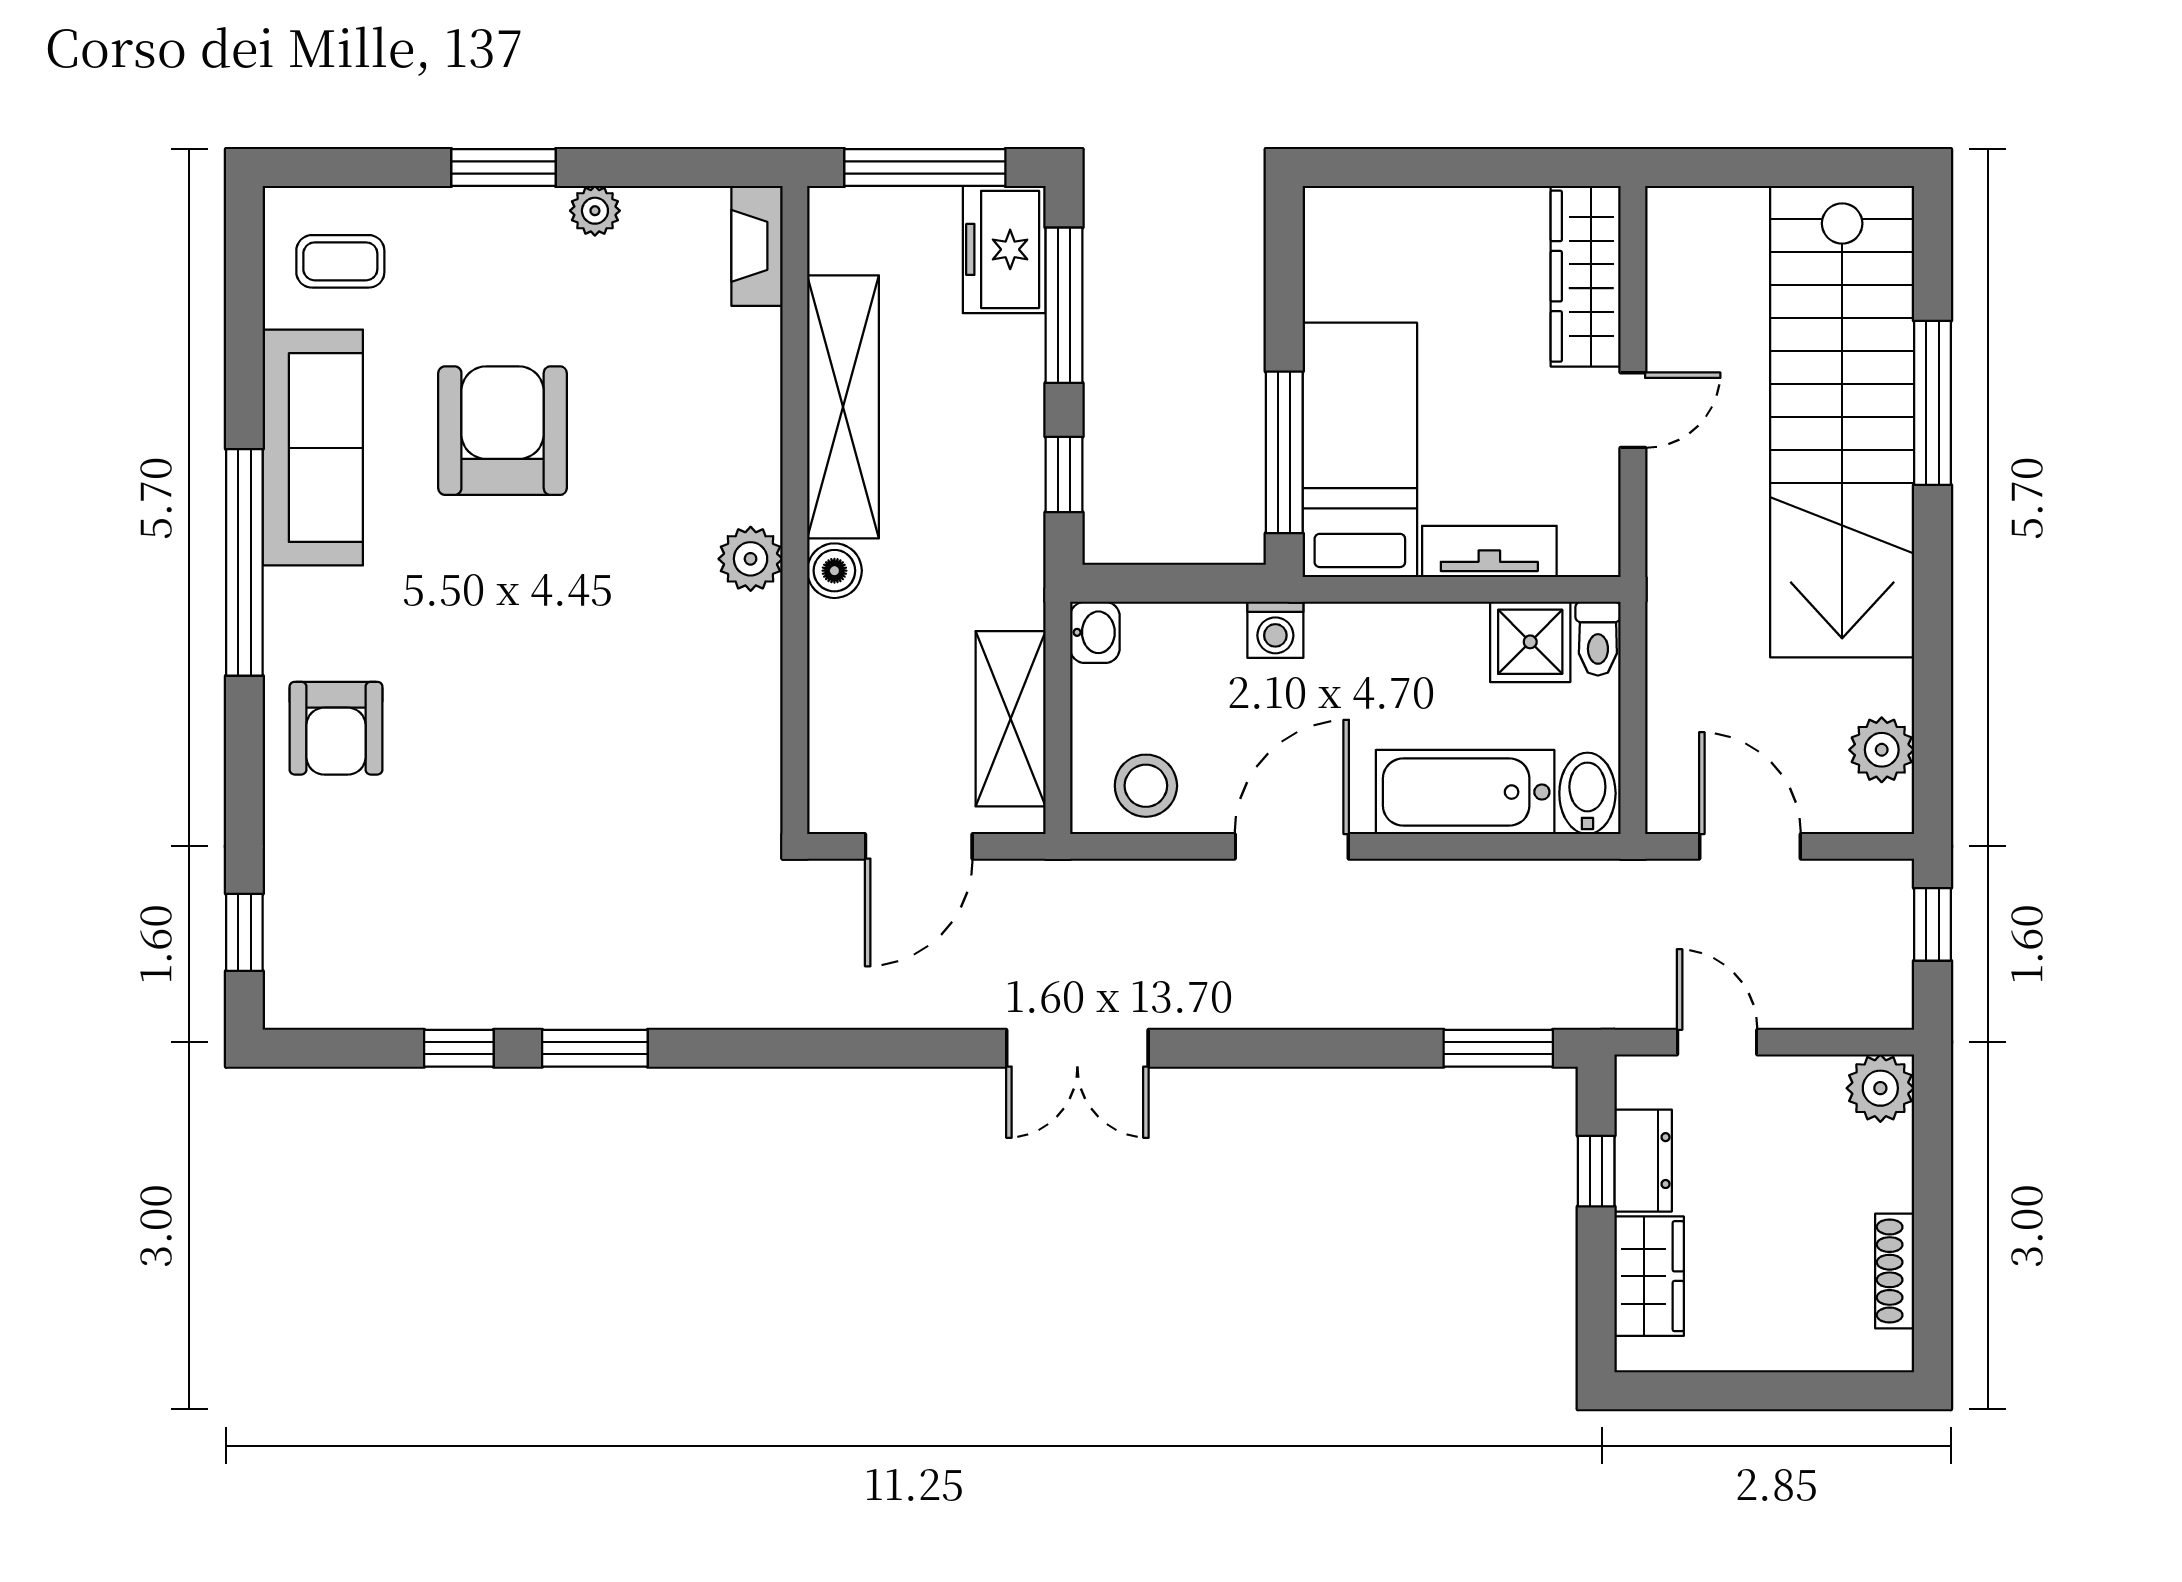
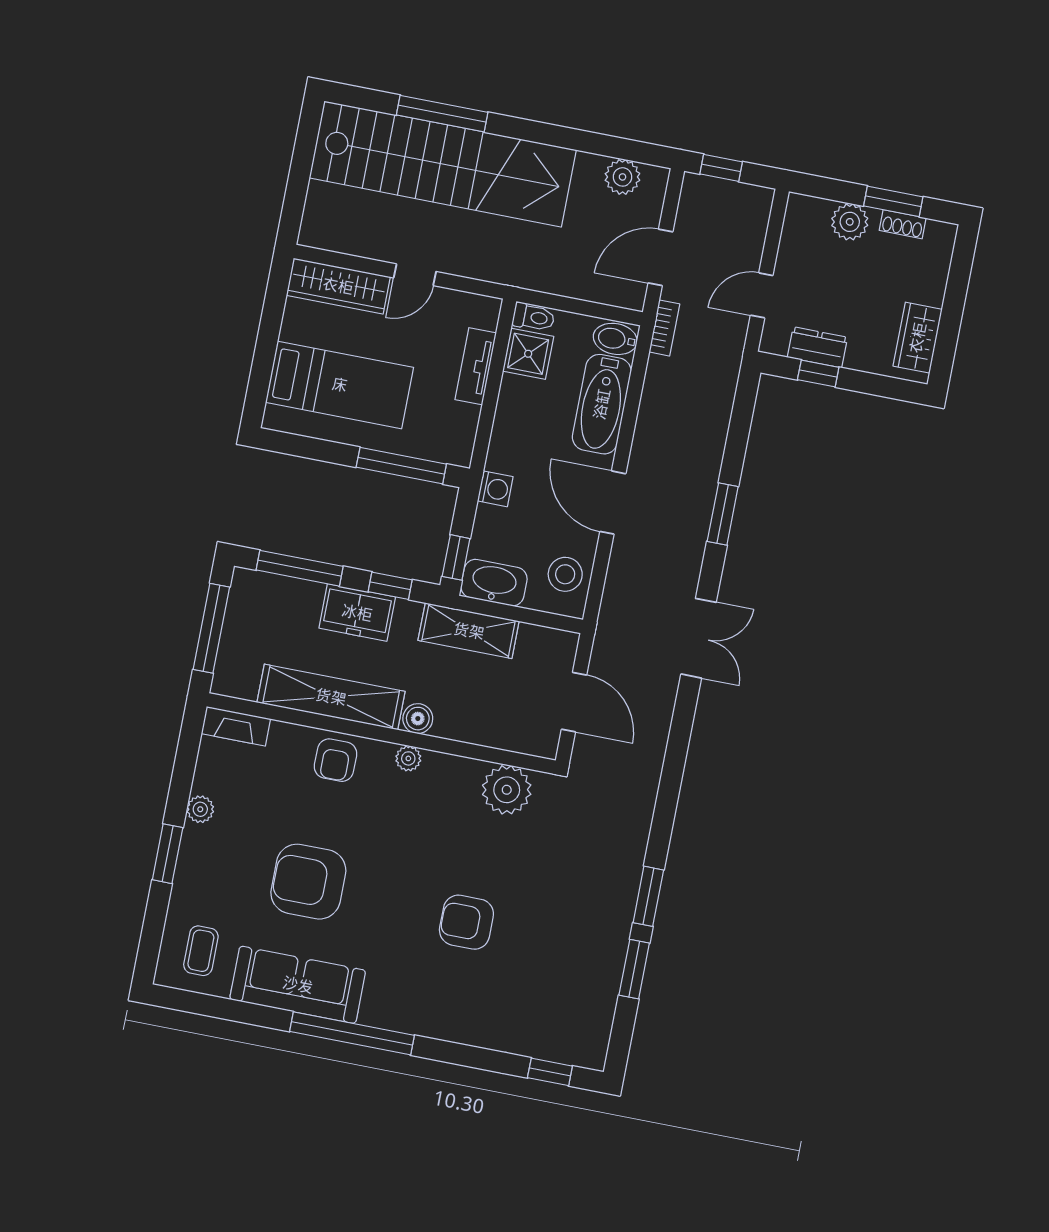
freezer: (1004, 249) -> (357, 613), moved
door: (1633, 410) -> (415, 275), swing flipped
armchair: (731, 437) -> (336, 760), added
bed: (1360, 450) -> (340, 385), moved, turned 180
plant: (751, 559) -> (408, 758), width x0.73, depth x0.73
window: (1138, 583) -> (456, 557), added
washbasin: (1095, 632) -> (494, 583), width x1.91, depth x1.45
shelving: (1011, 719) -> (469, 631), moved
armchair: (336, 728) -> (466, 922), moved, turned 180
plant: (737, 756) -> (507, 790), added
bookcase: (1624, 878) -> (664, 328), added
window: (459, 1048) -> (634, 969), width x1.50
window: (1498, 1048) -> (723, 514), moved
plant: (1880, 1088) -> (850, 222), moved
window: (1933, 1246) -> (893, 201), added
shoe rack: (1895, 1271) -> (903, 224), width x0.70
wardrobe: (1649, 1276) -> (918, 338), moved, turned -90

